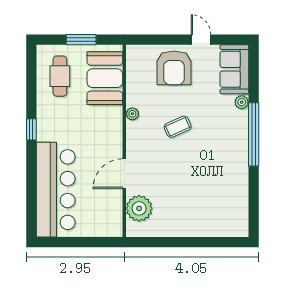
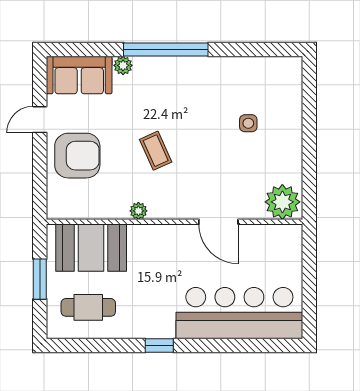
side table: (198, 196) -> (248, 123), added
plant: (139, 208) -> (282, 202), moved

